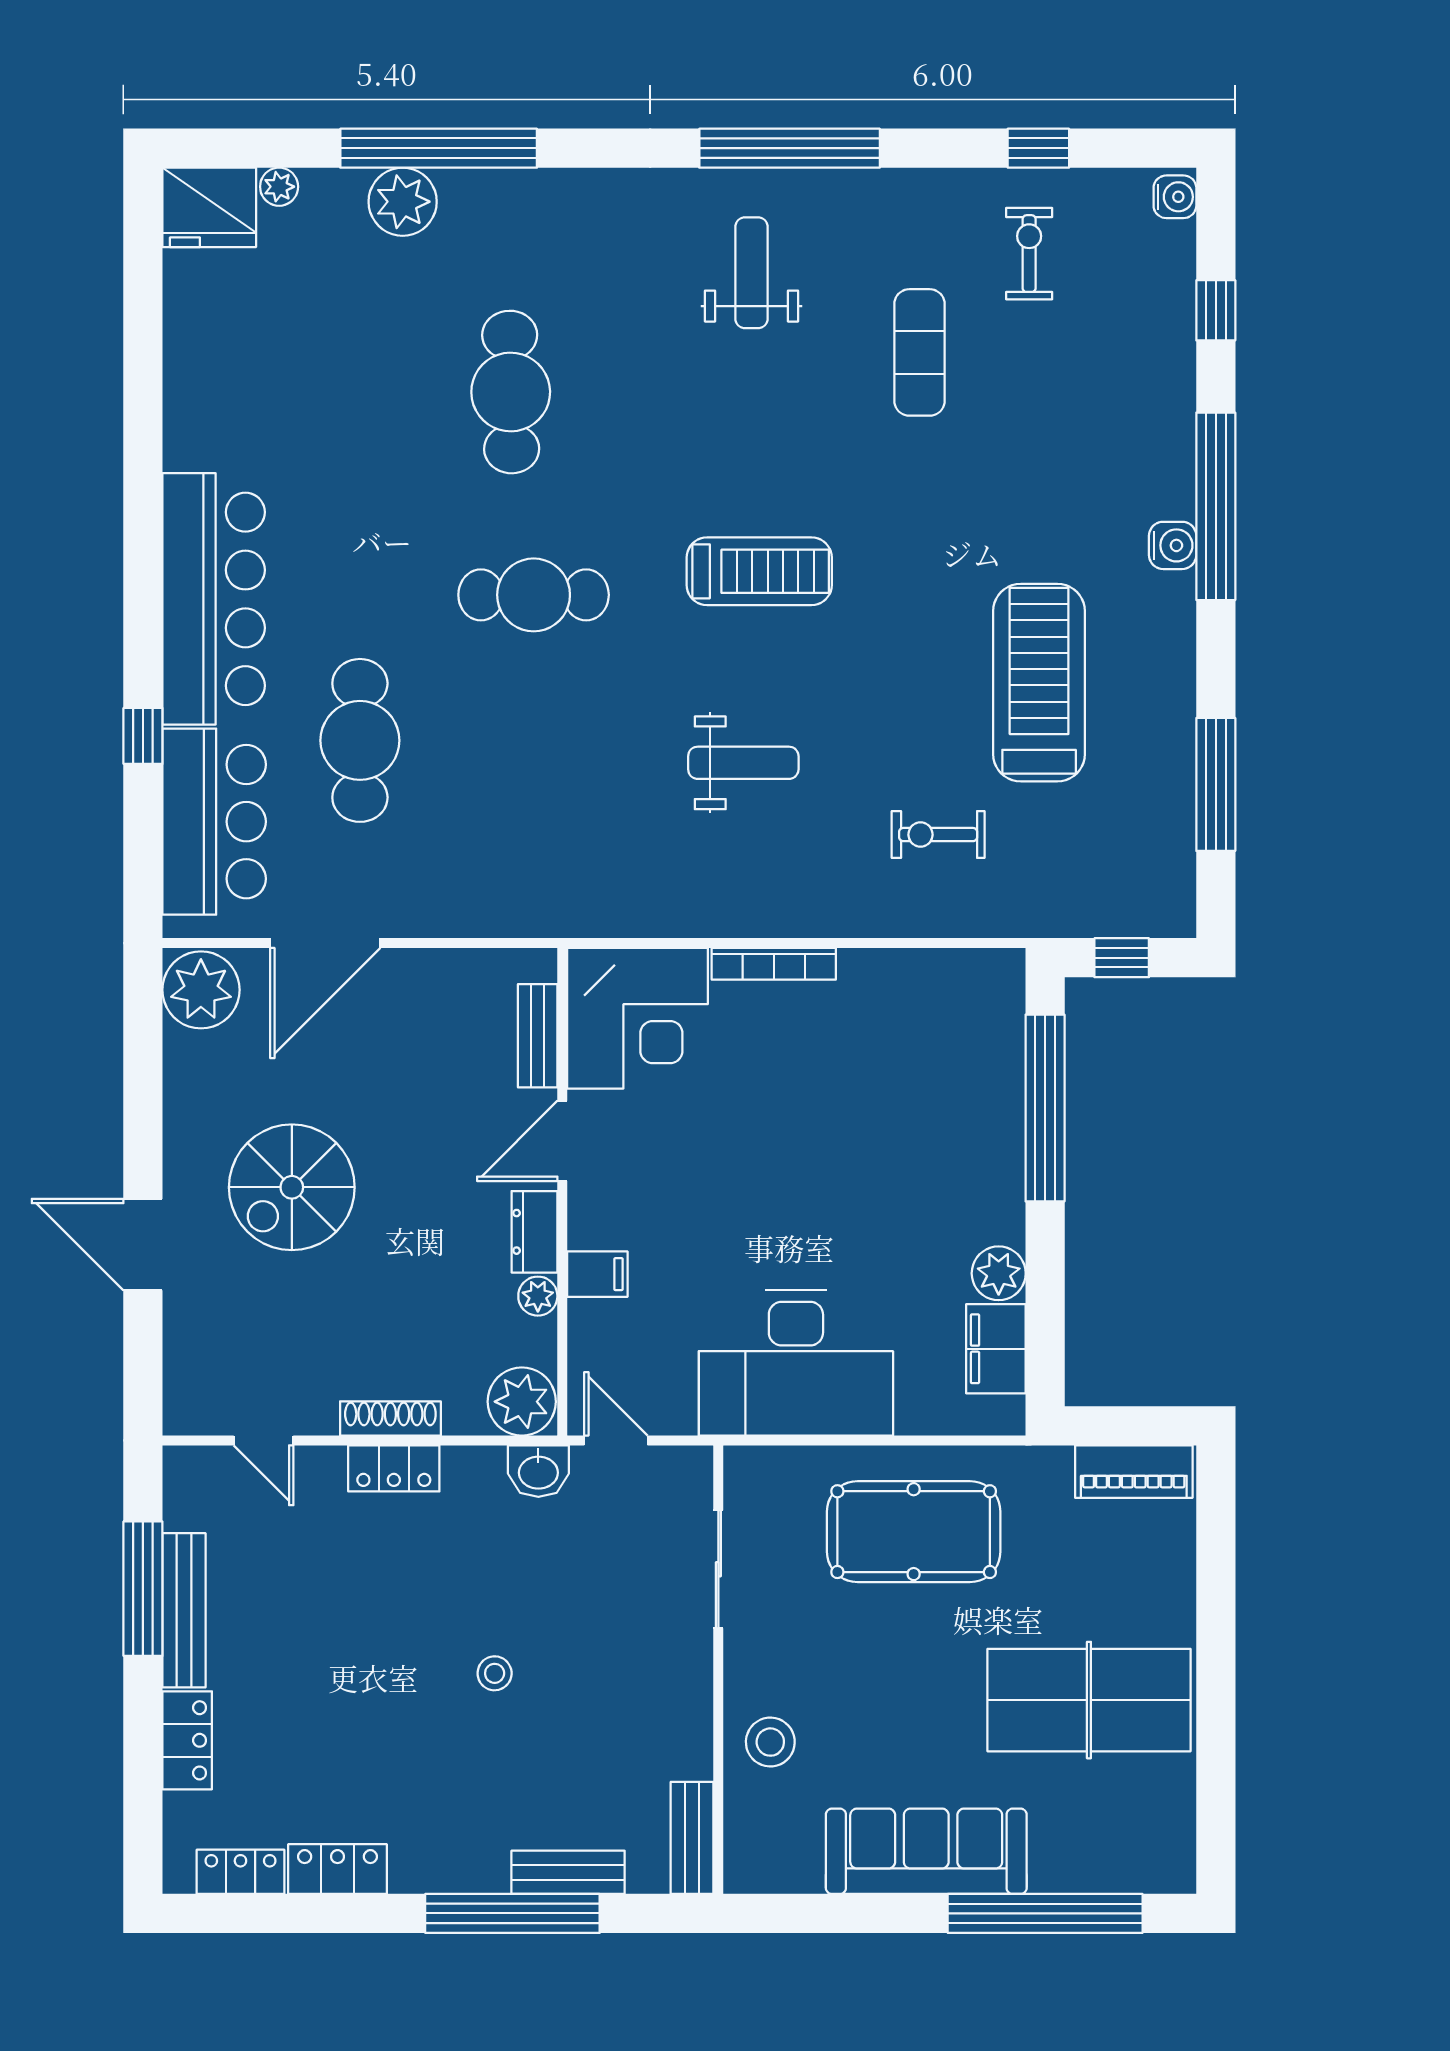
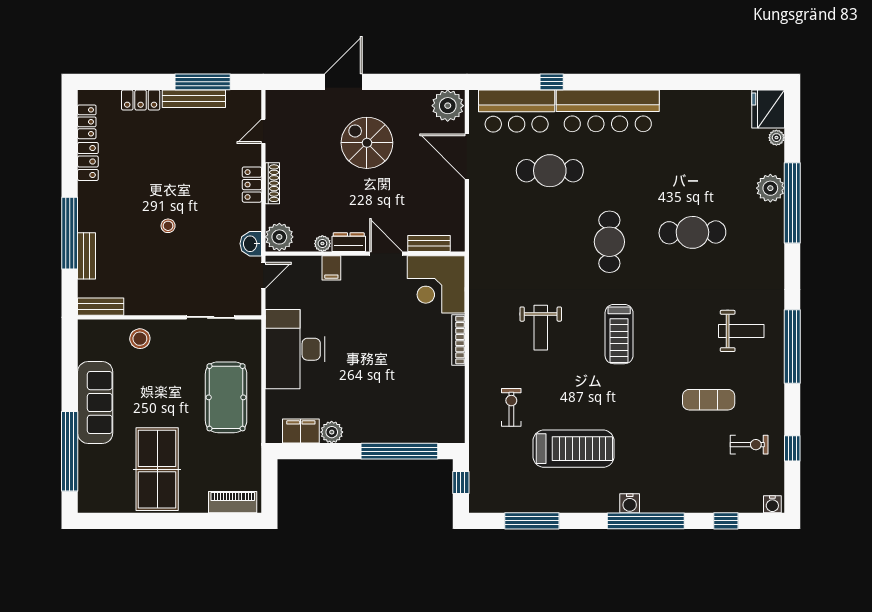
piano: (1134, 1472) -> (233, 502), moved, turned 90

